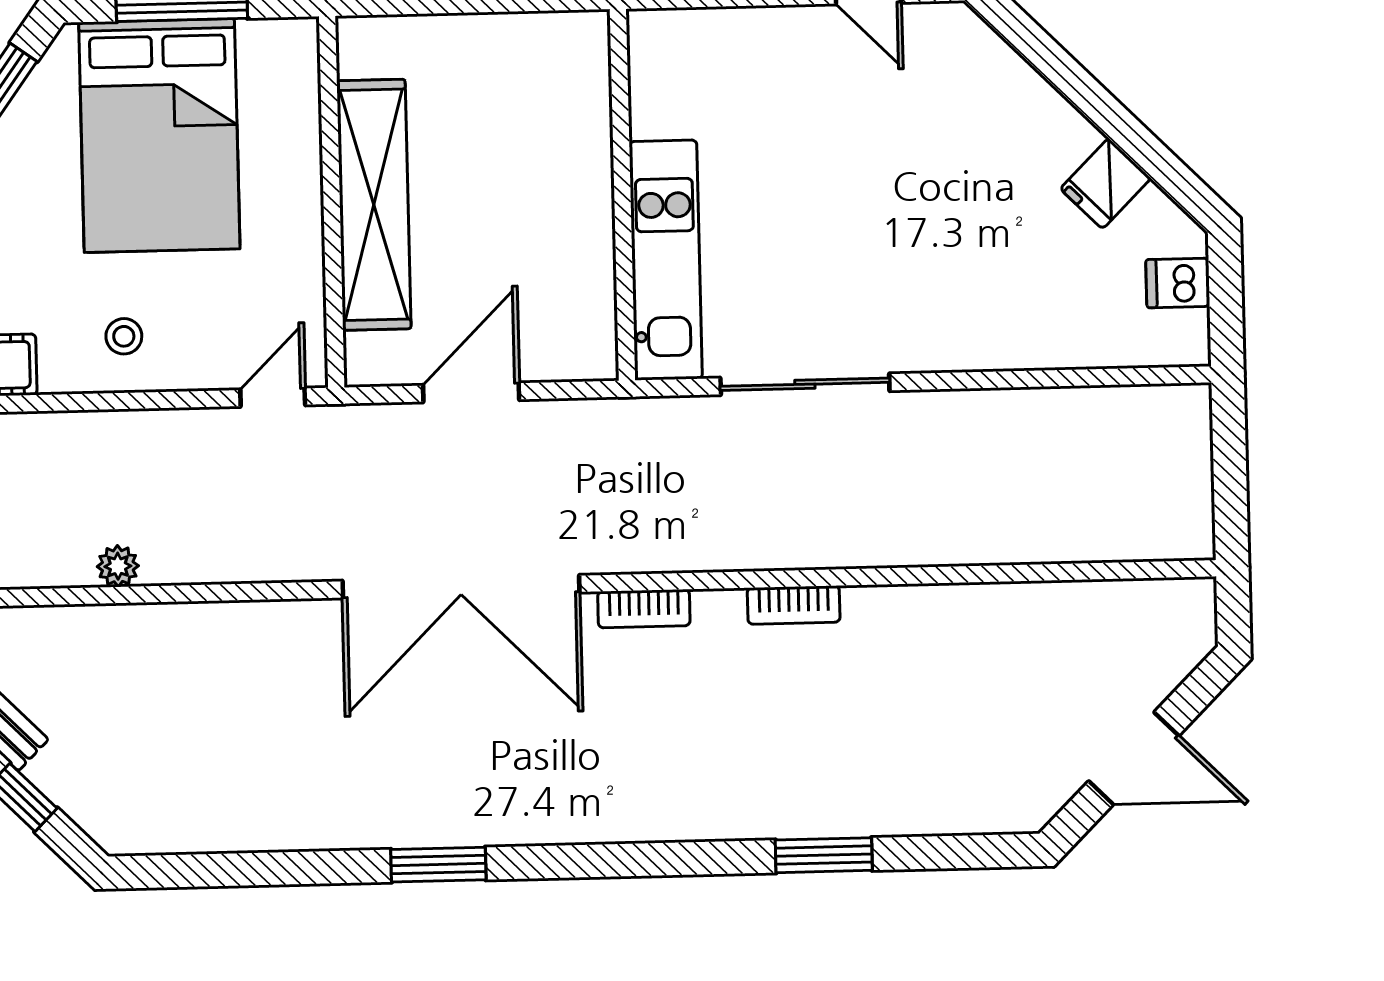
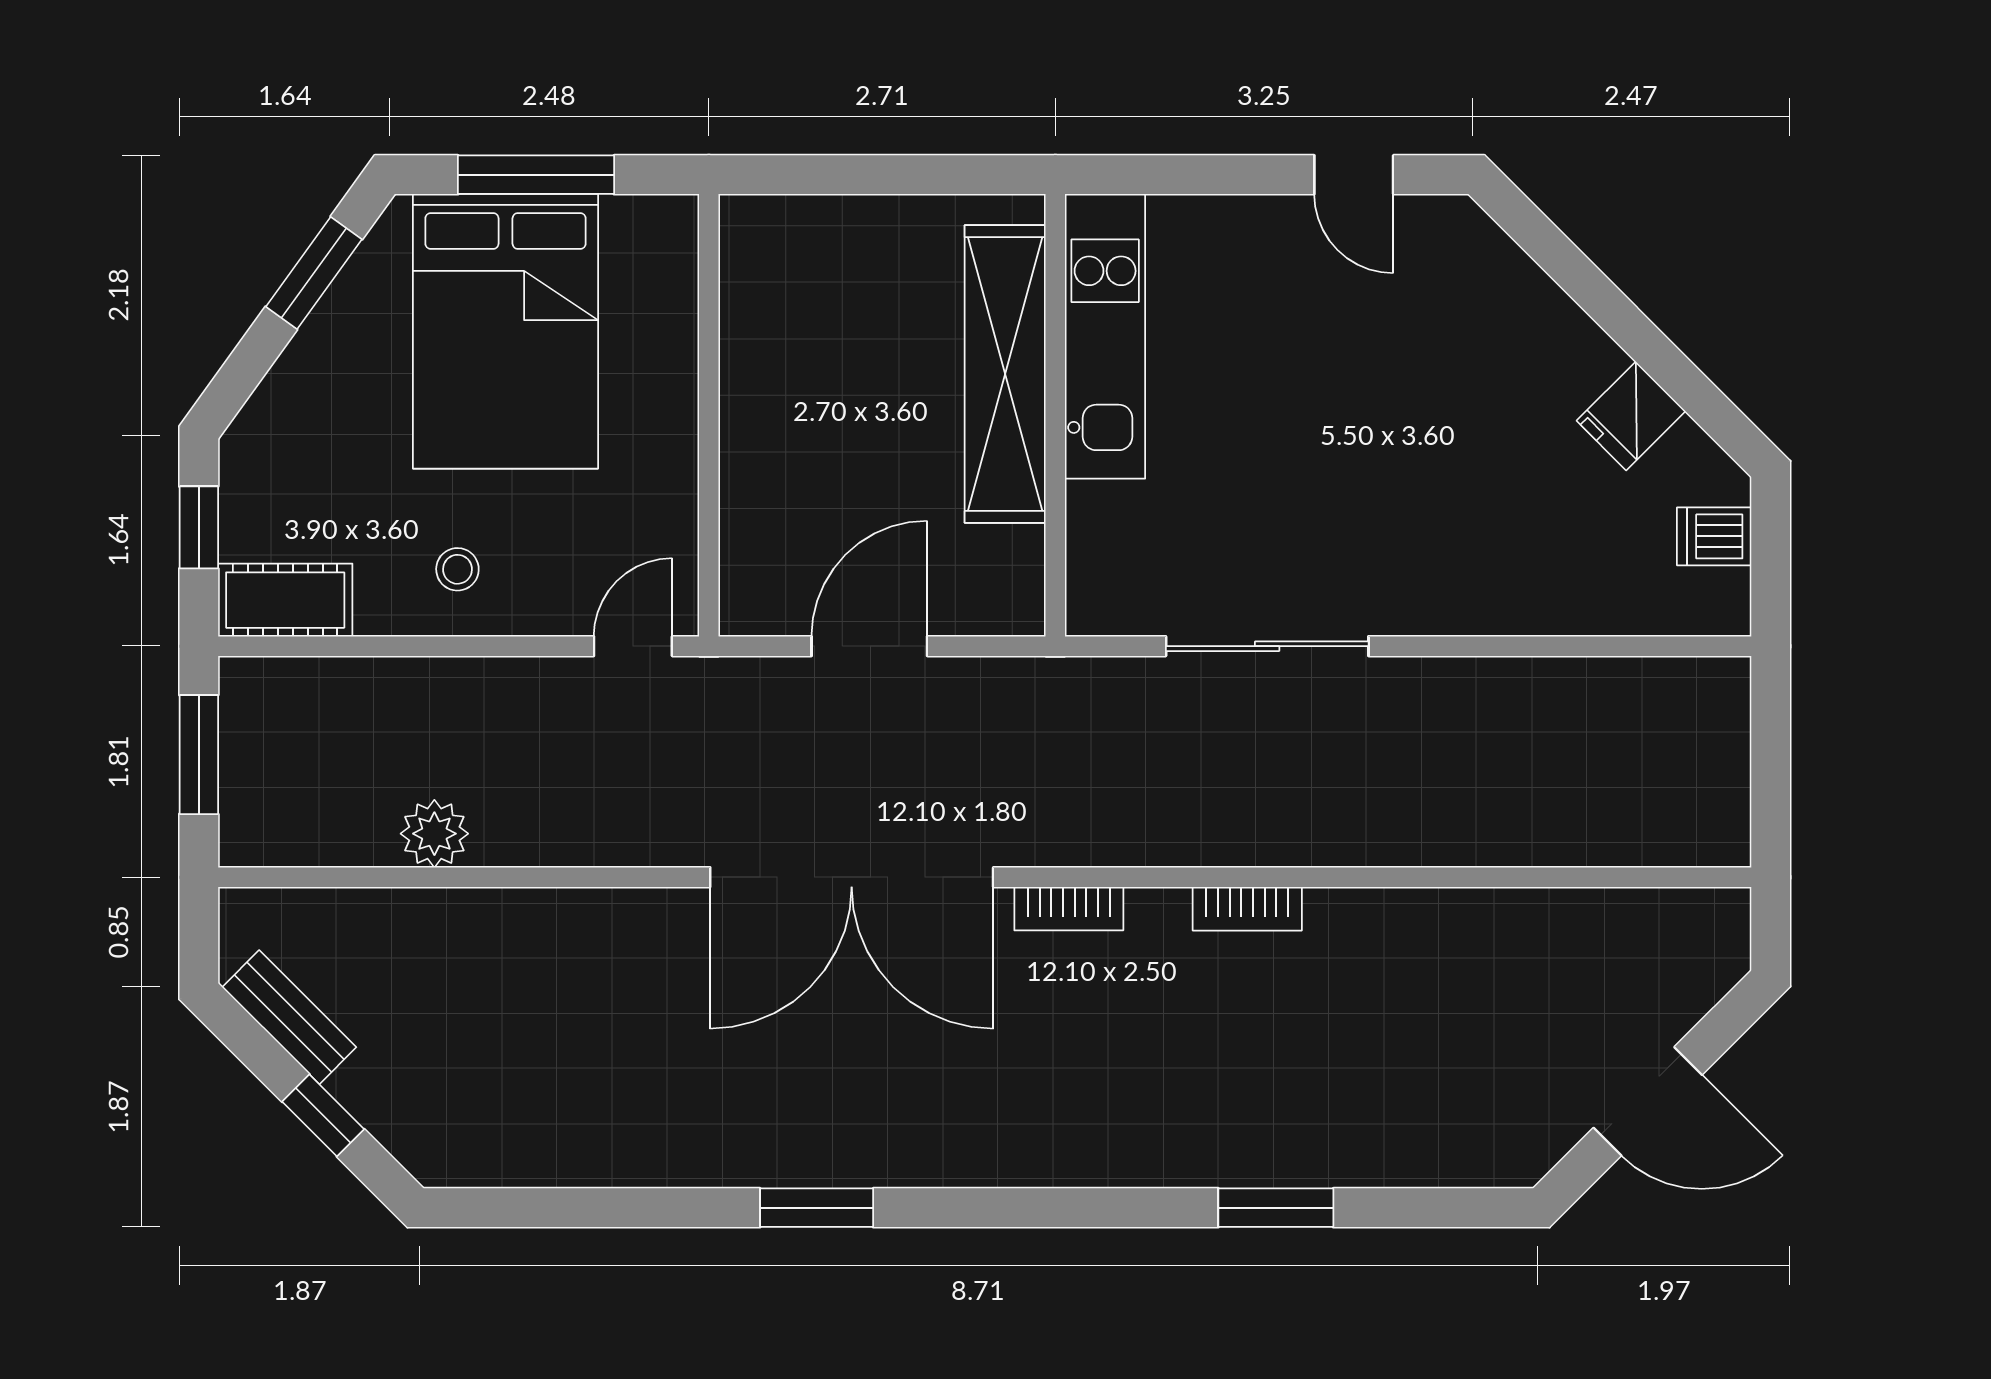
shelving: (374, 205) -> (1005, 374), moved
kitchen unit: (666, 260) -> (1105, 336), moved
plant: (118, 566) -> (434, 834), width x1.38, depth x1.38

